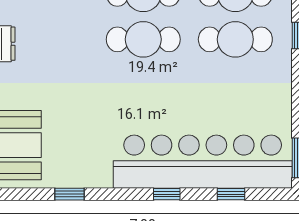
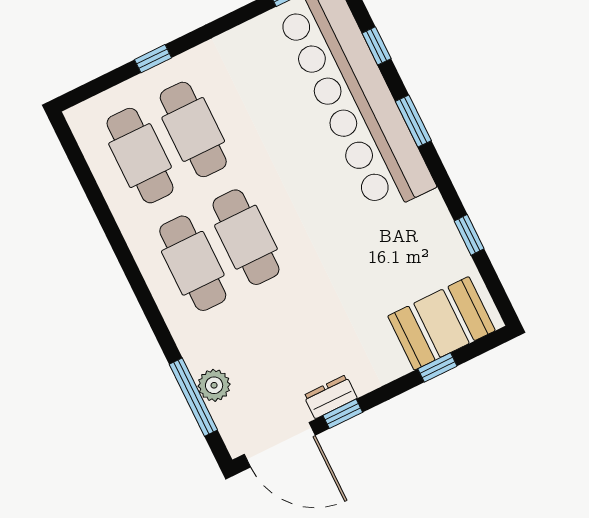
window: (167, 194) -> (413, 121), width x1.50

